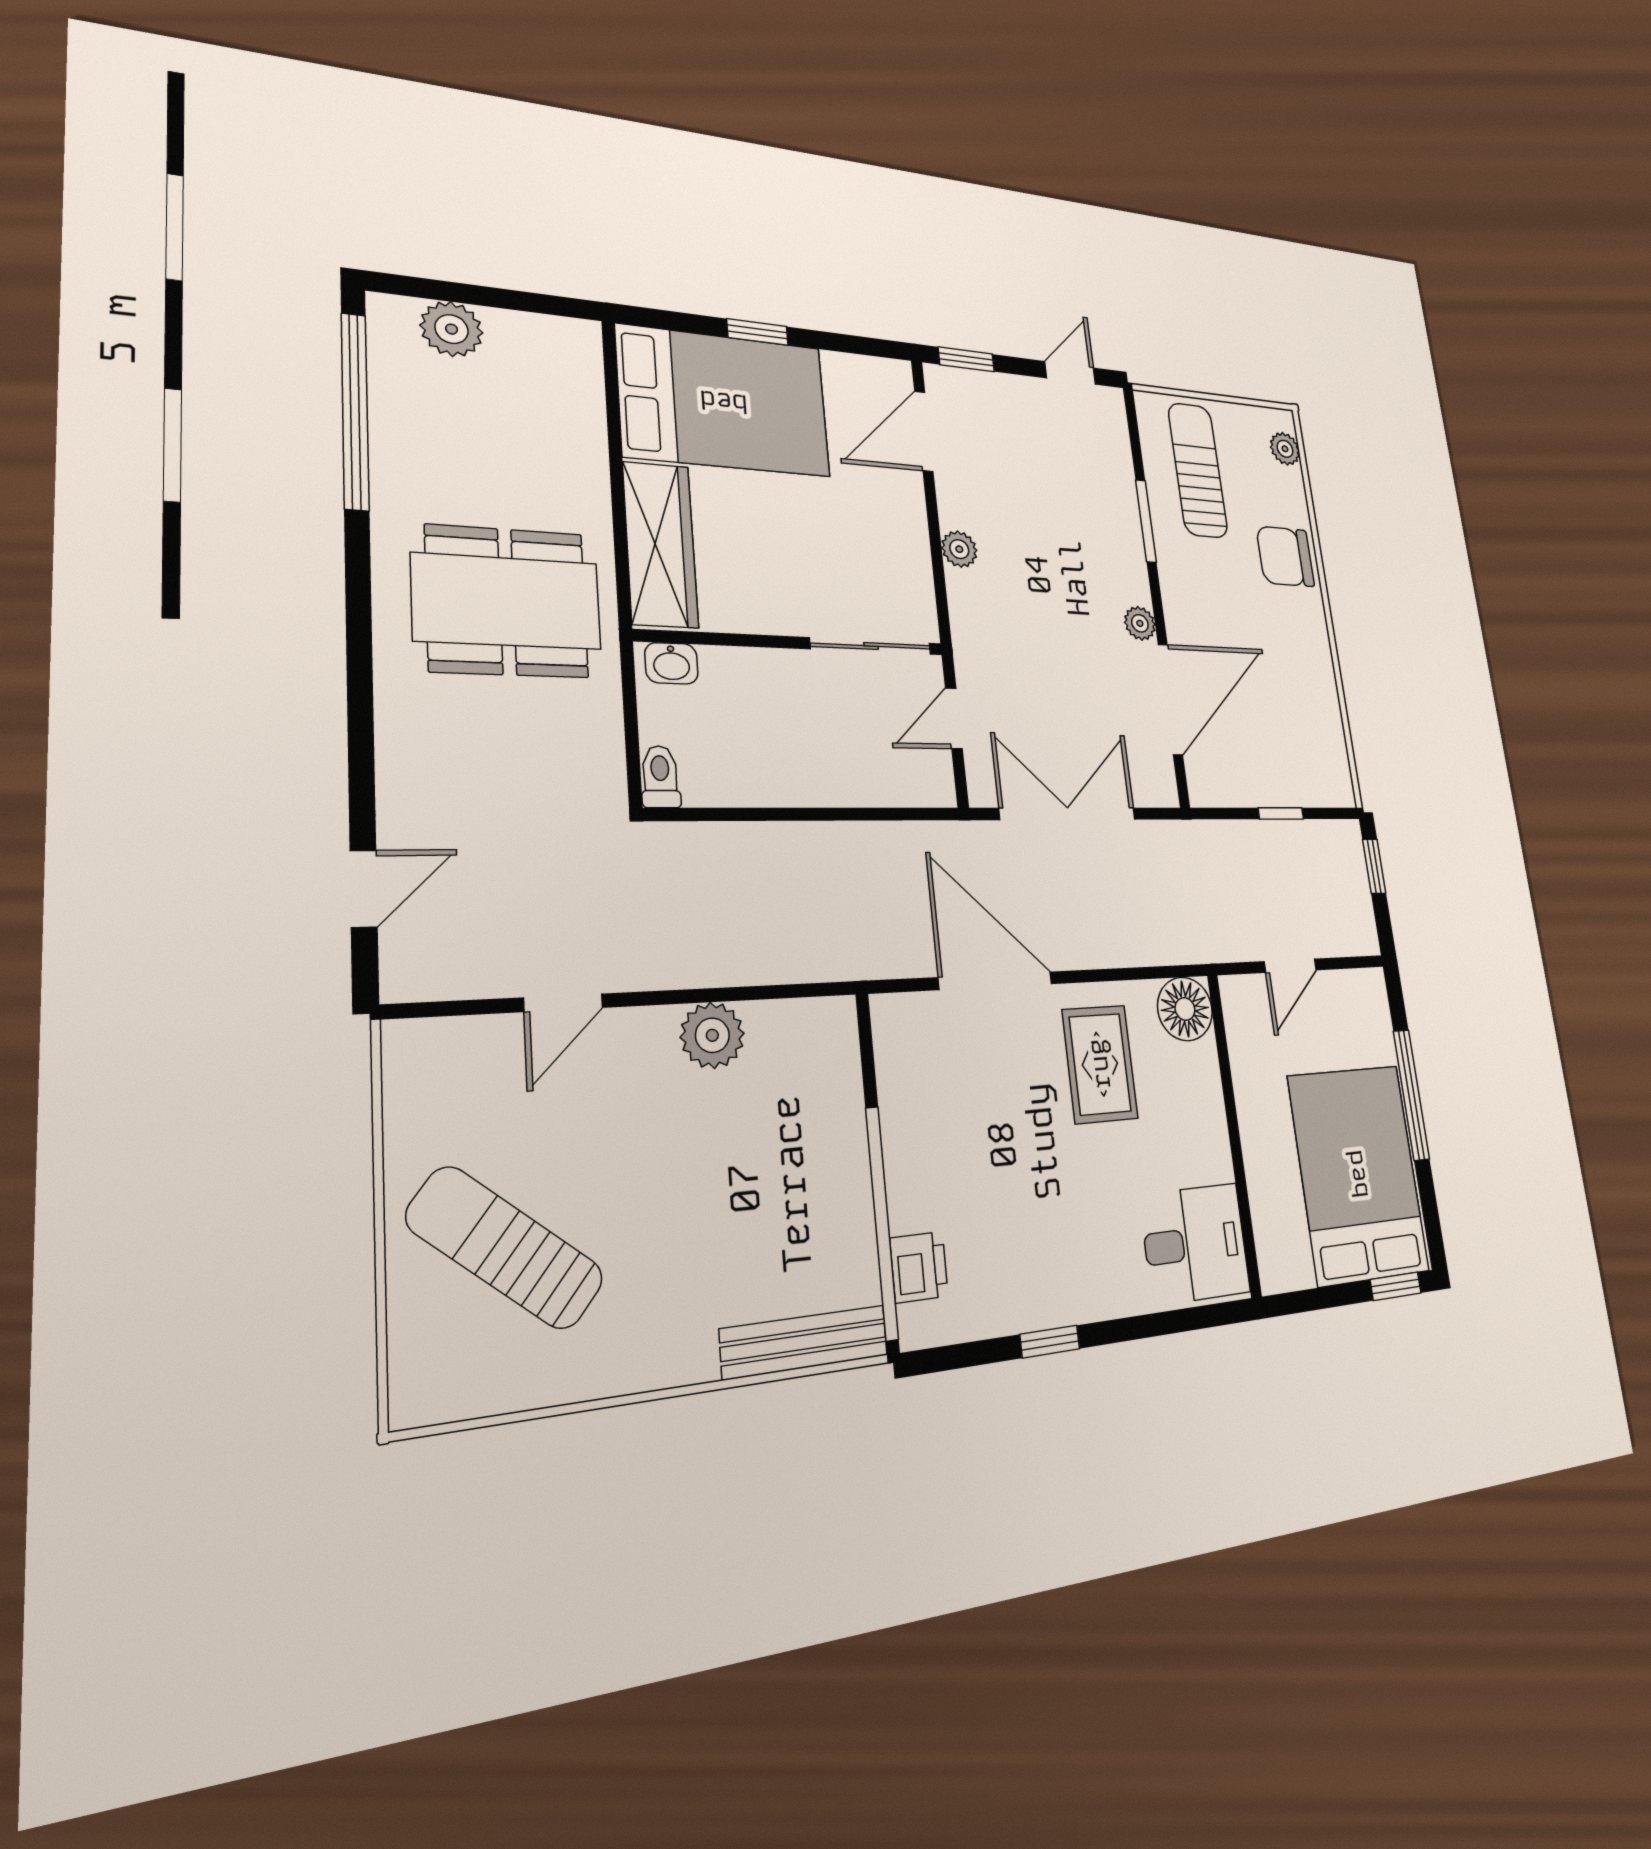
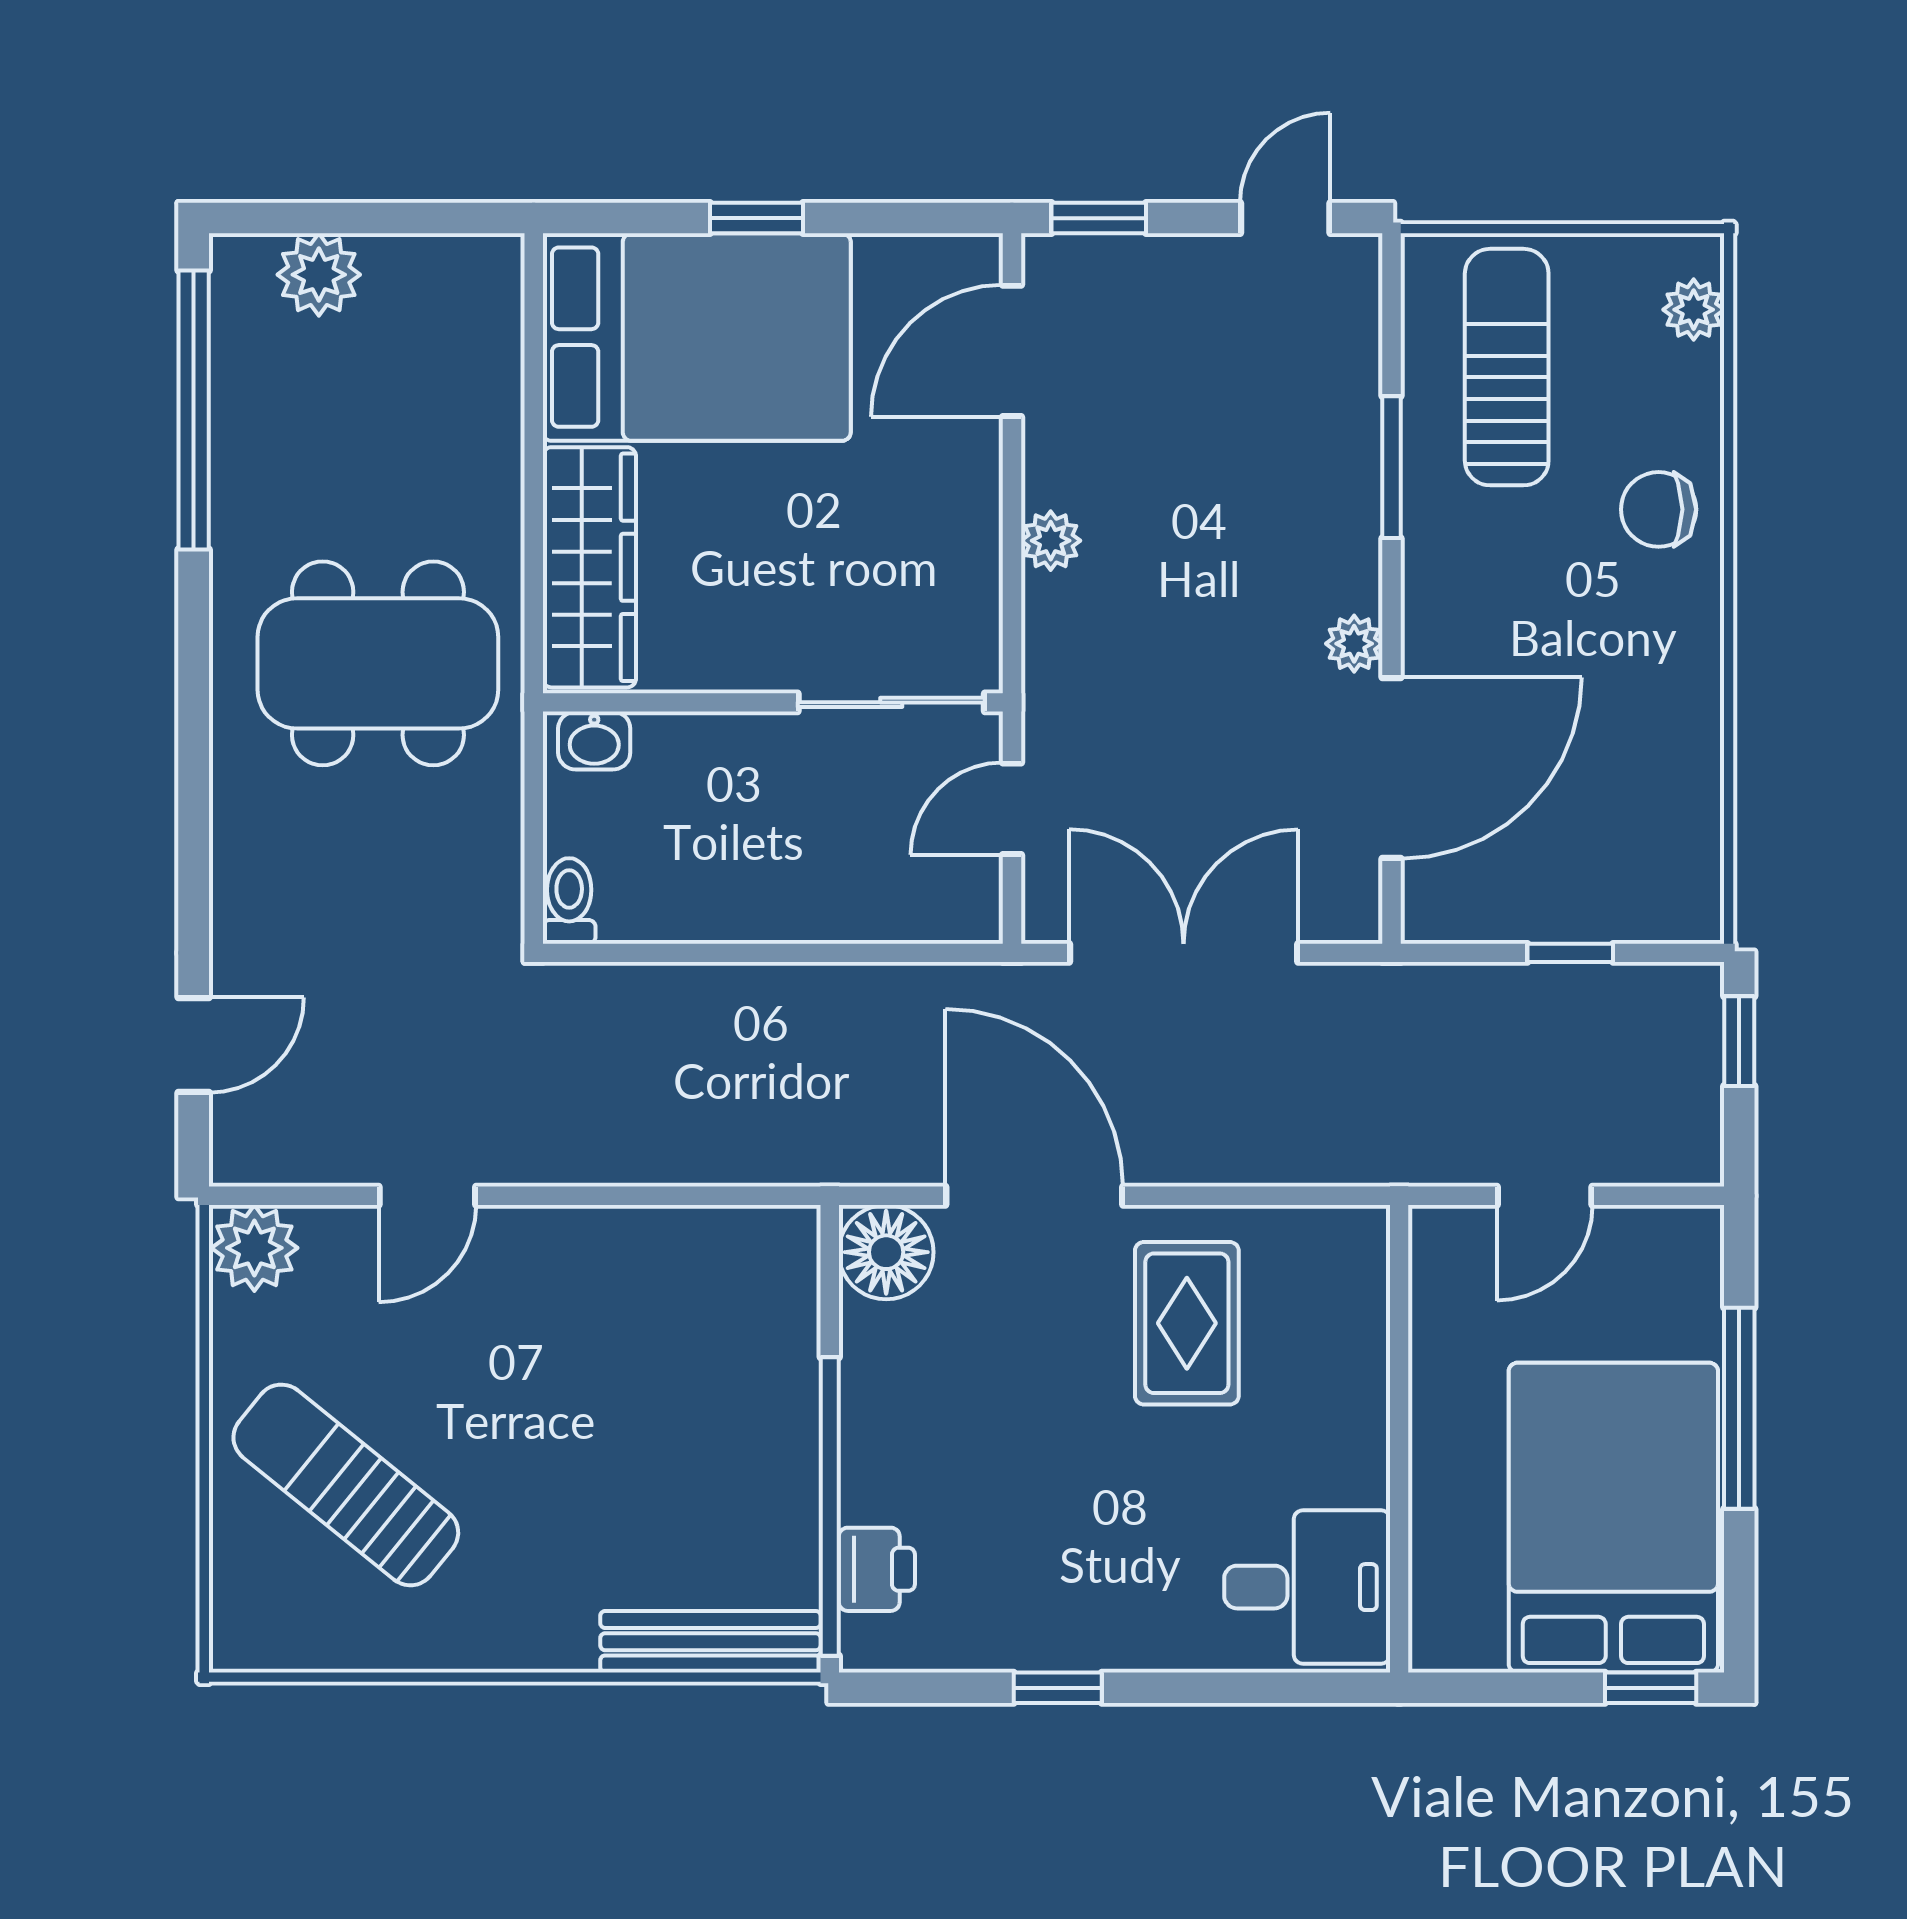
chair: (1285, 556) -> (1659, 509), width x0.73, depth x0.73
floor lamp: (1185, 1009) -> (886, 1252), moved
plant: (712, 1035) -> (254, 1248), moved

